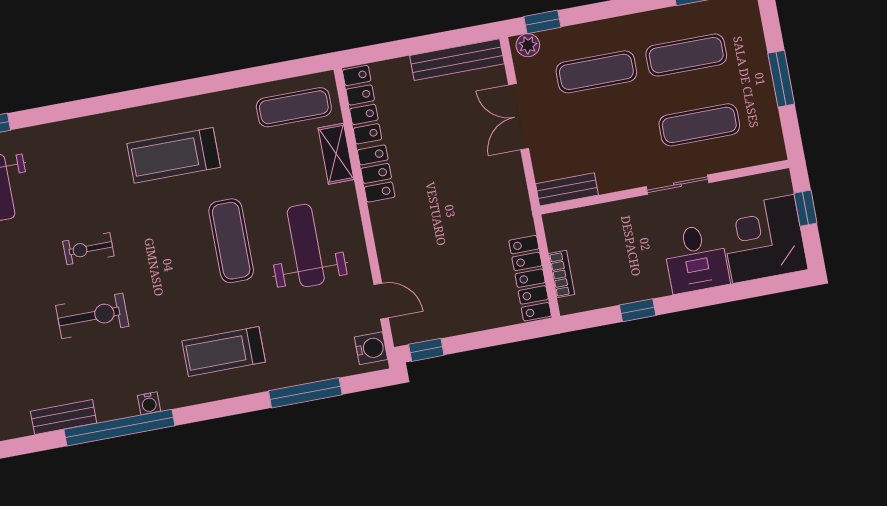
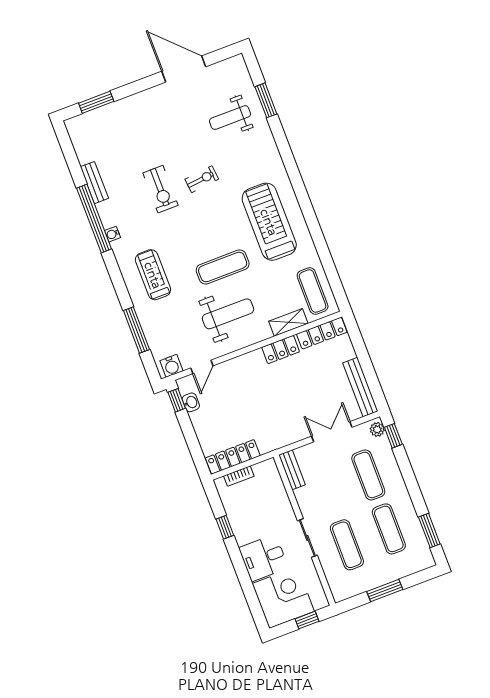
treadmill: (174, 155) -> (269, 222), width x1.37, depth x1.38
exercise bike: (88, 249) -> (202, 179), turned 84
washbasin: (433, 328) -> (191, 402), added

